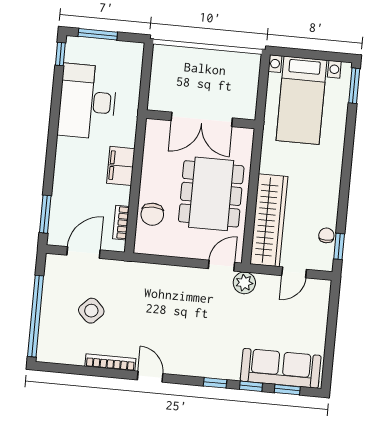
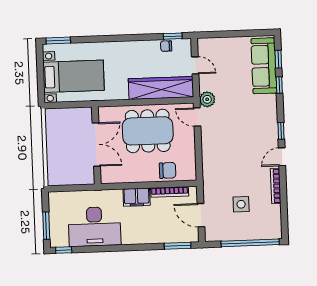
bookcase: (121, 223) -> (170, 192), width x1.56
side table: (91, 311) -> (241, 204), turned 45
window: (215, 383) -> (281, 131), moved

